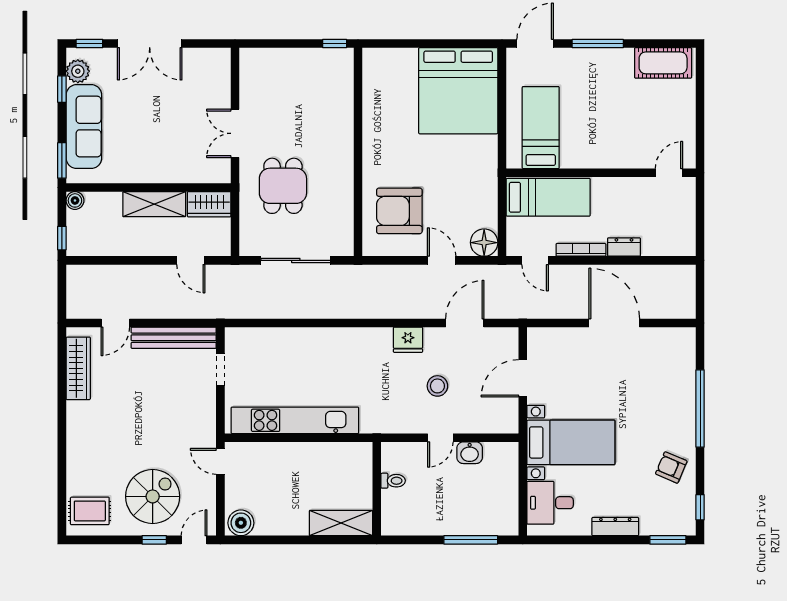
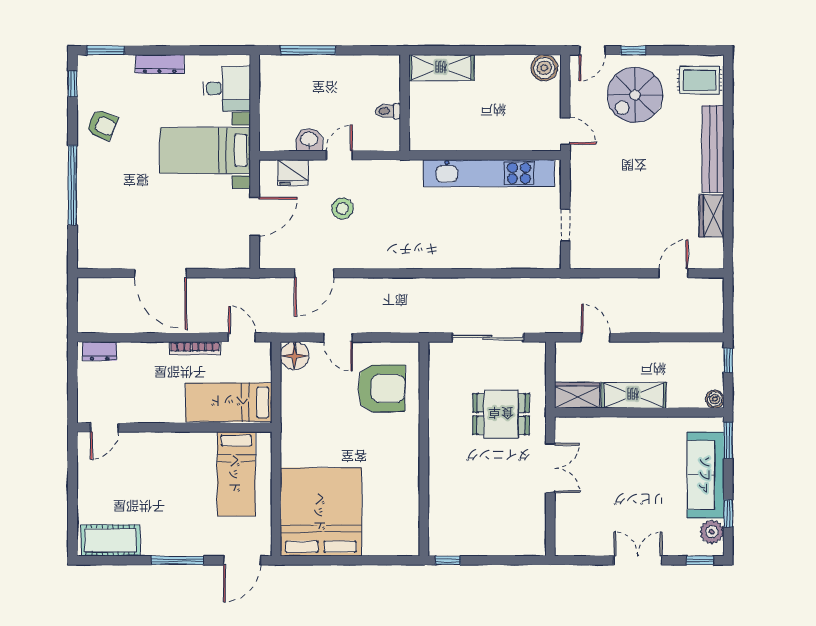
double door: (150, 44) -> (638, 560), width x0.73
dining table: (283, 186) -> (501, 414), turned 90
dresser: (624, 247) -> (100, 351), moved
bench: (174, 338) -> (713, 149), moved, turned 90
fridge: (408, 340) -> (293, 173), moved, turned 180
wardrobe: (78, 368) -> (711, 216), width x0.67

